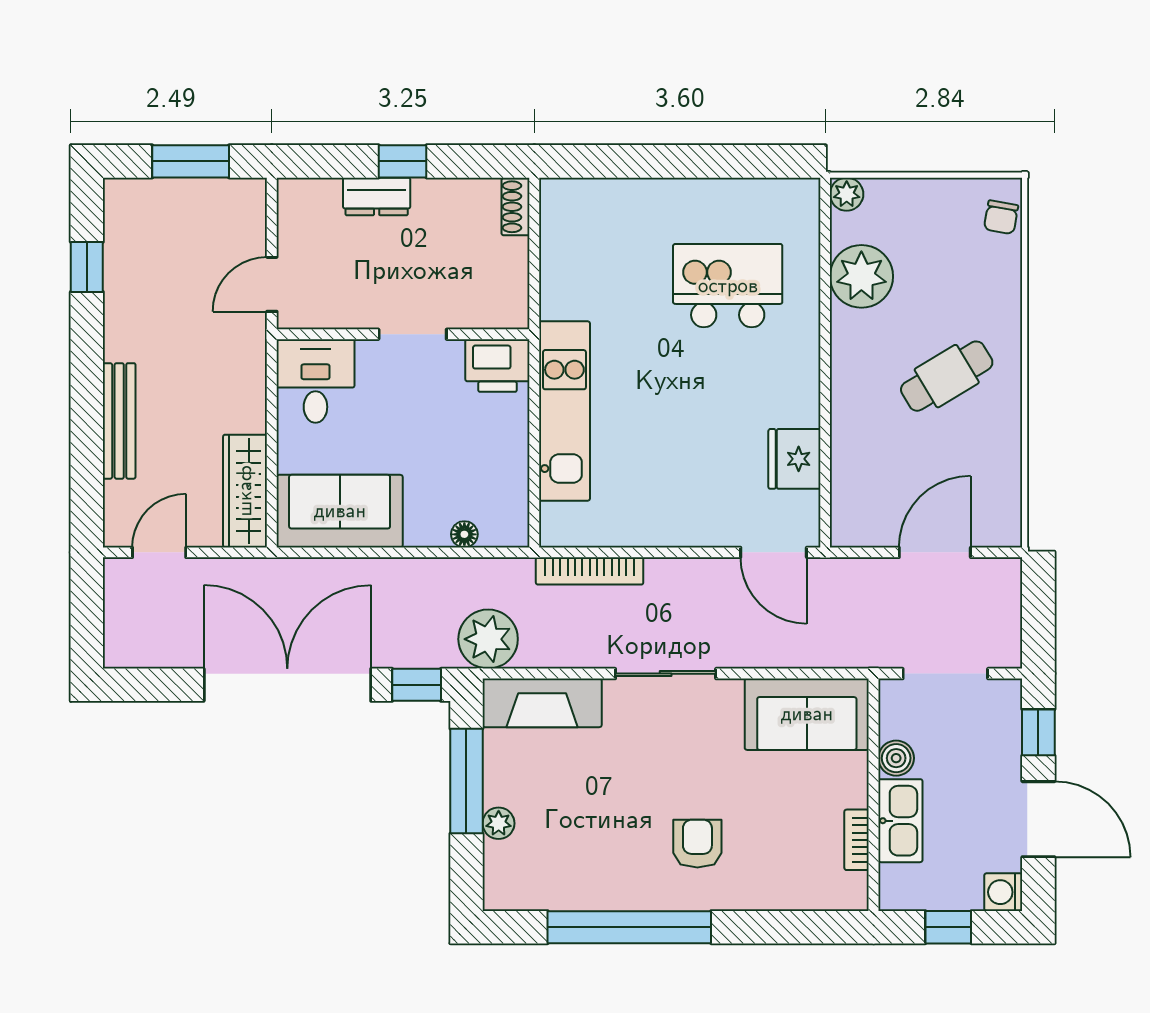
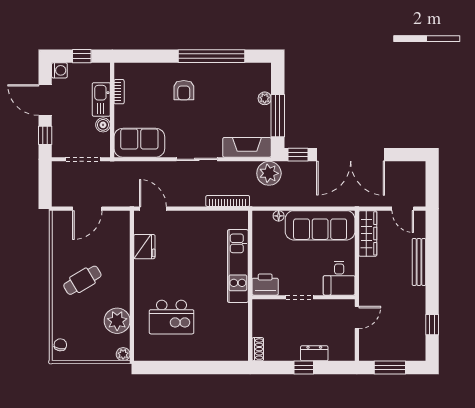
sofa: (340, 511) -> (320, 225), width x1.36
door: (159, 552) -> (403, 209), hinge flipped

